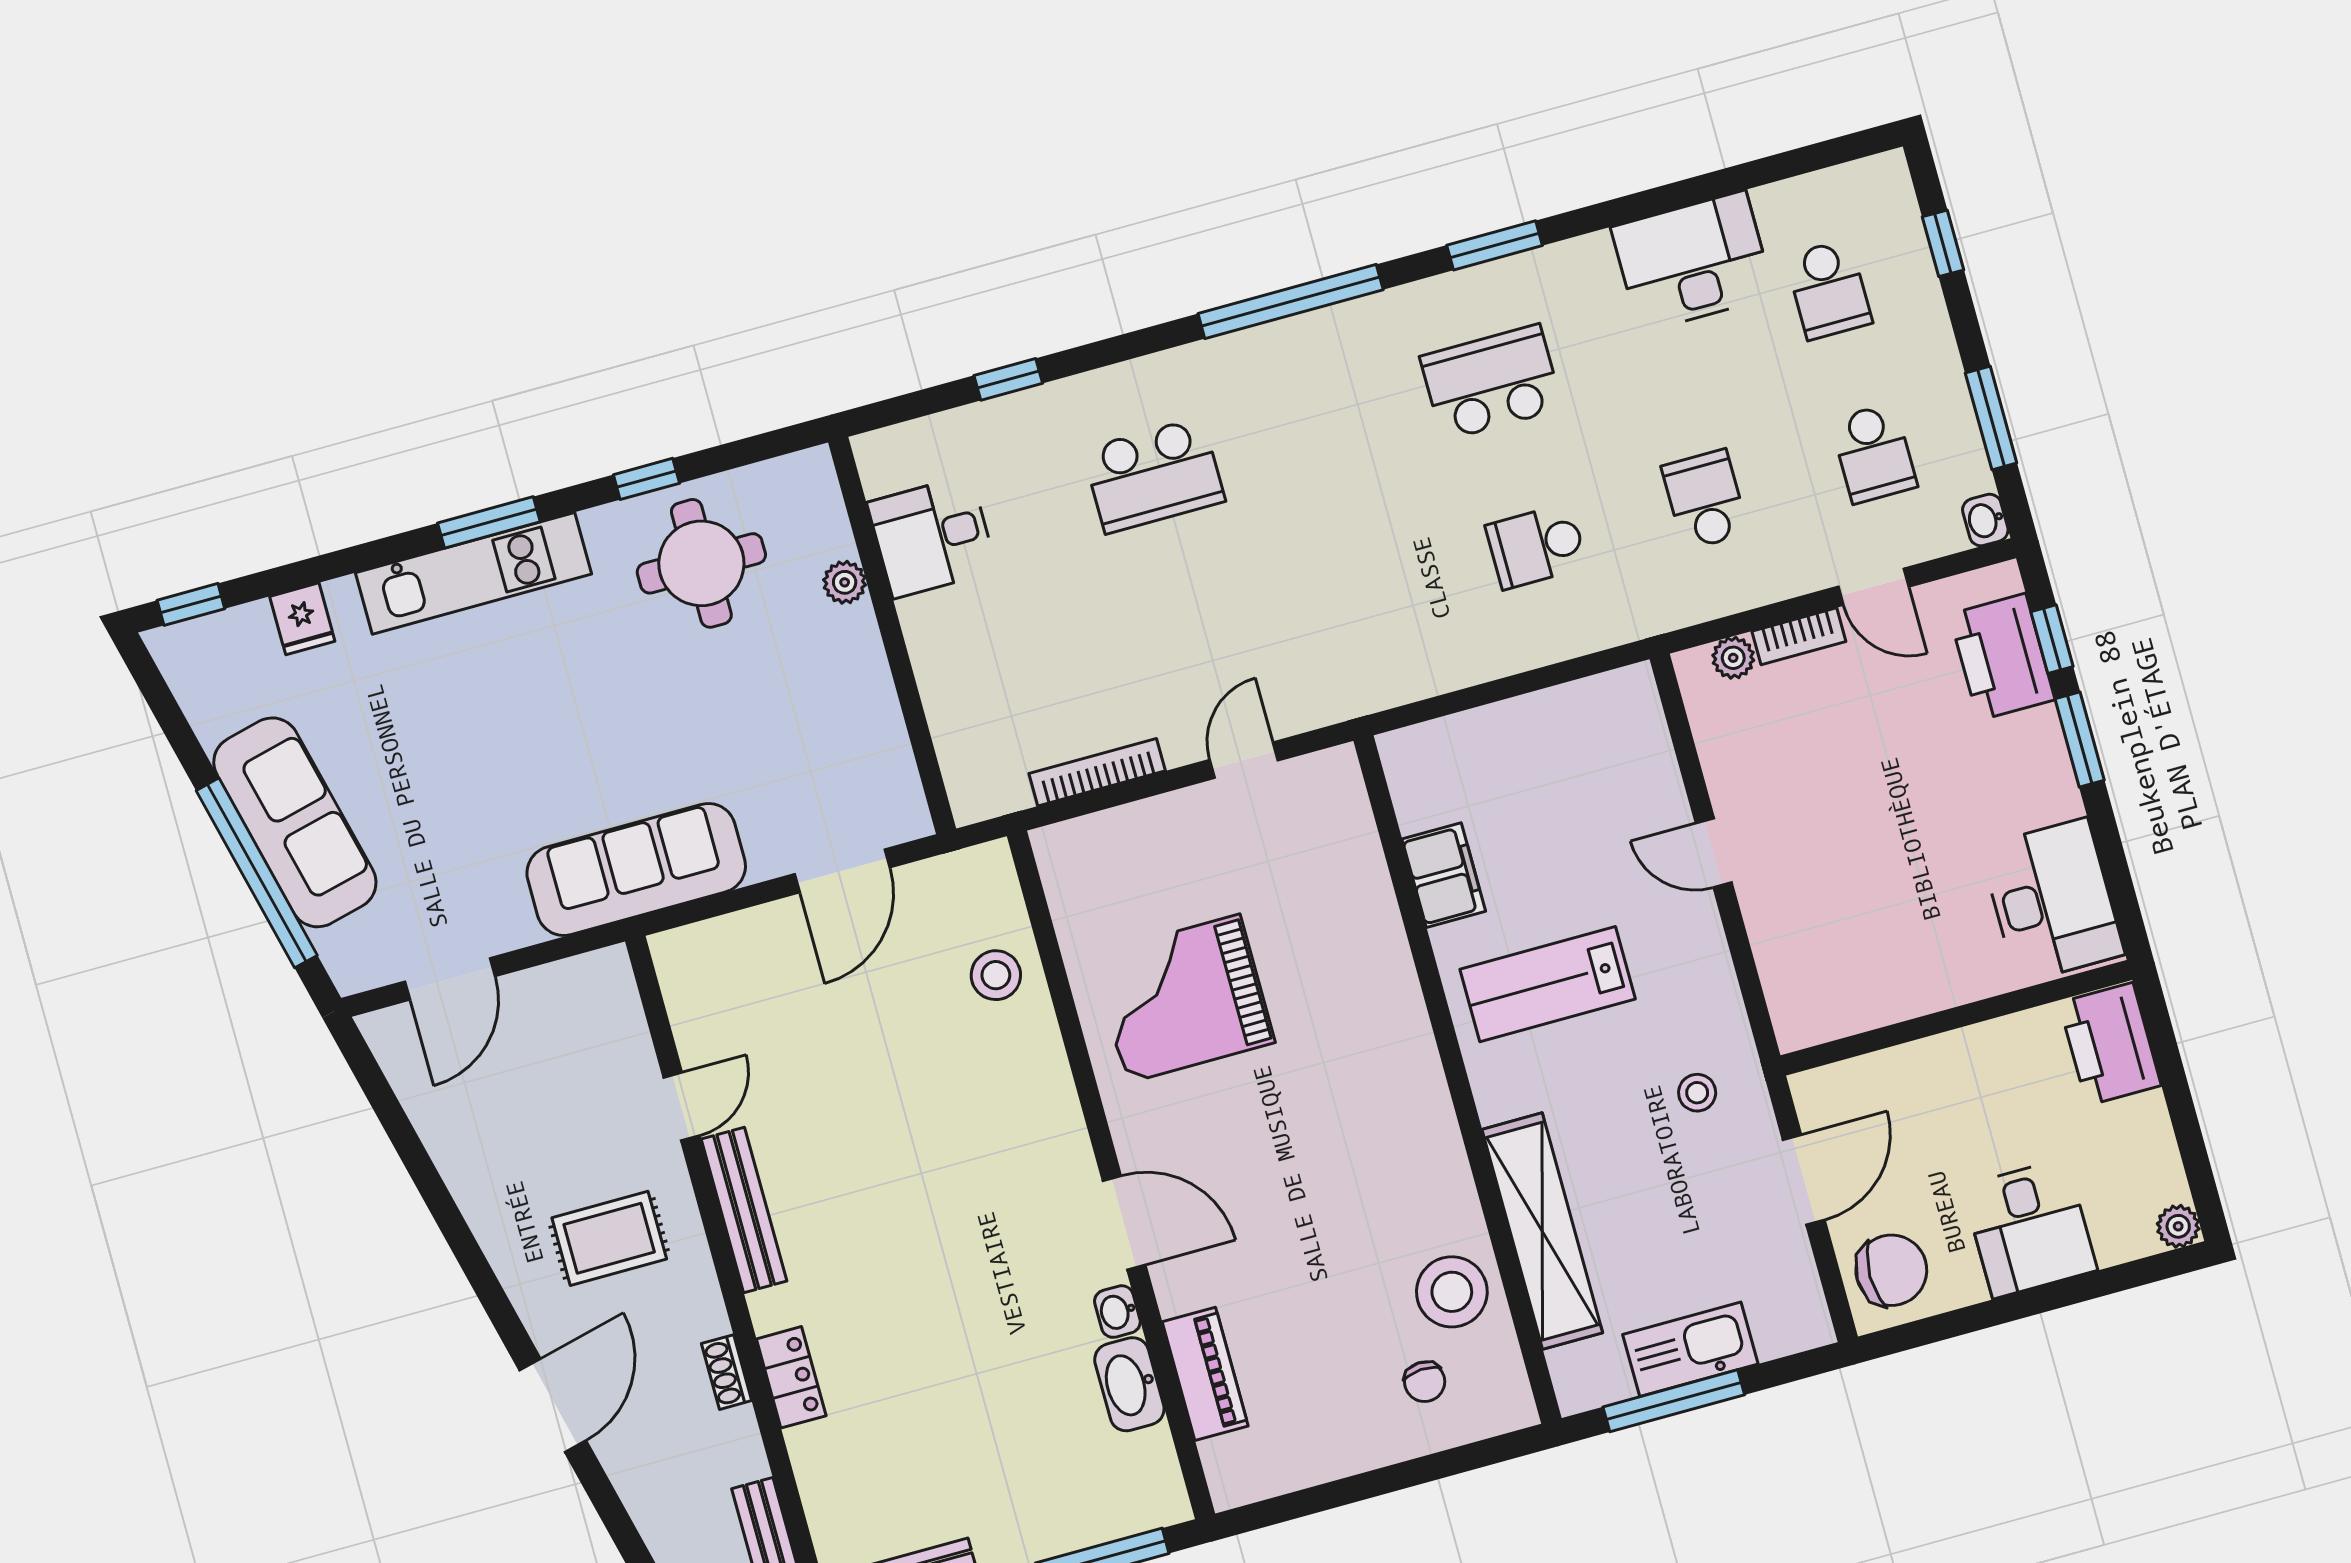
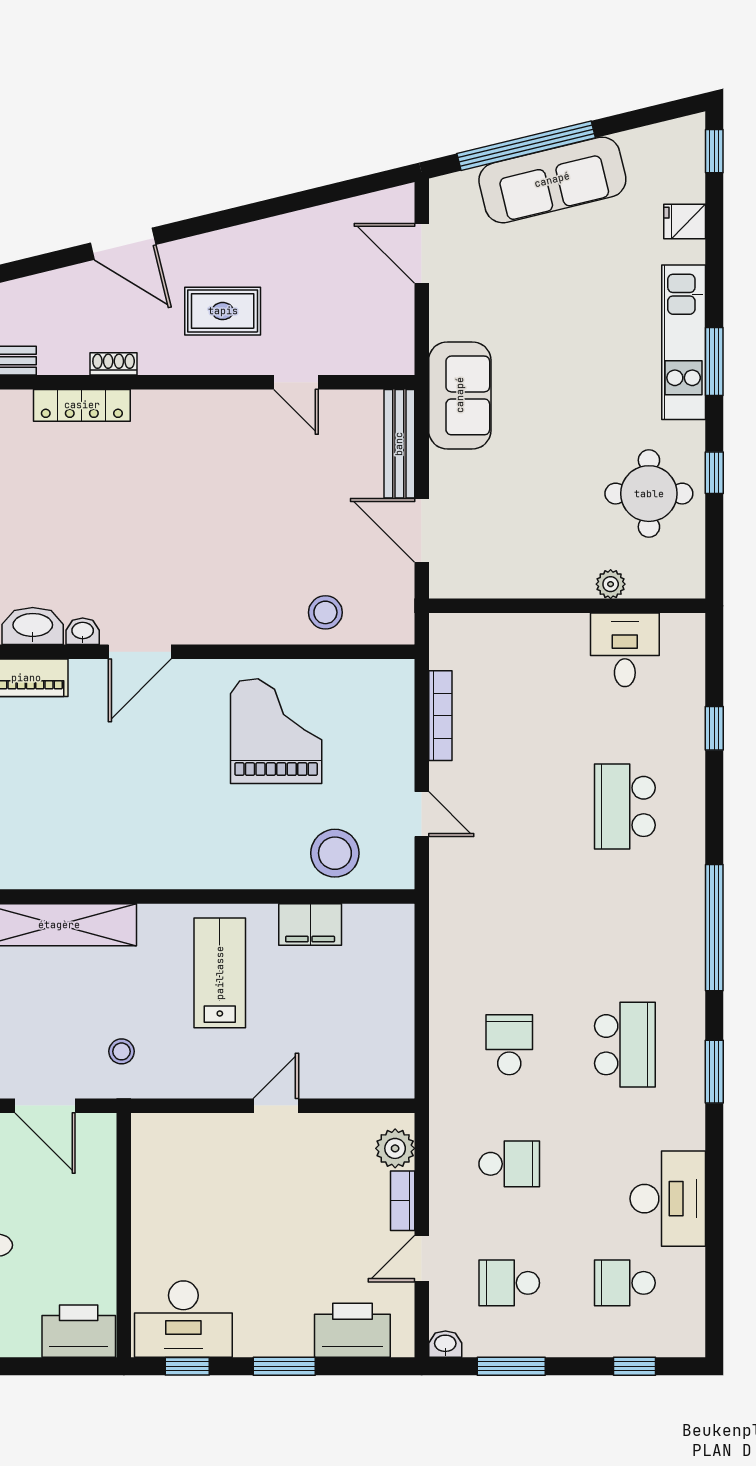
window: (2052, 639) -> (187, 1366), moved
plant: (1733, 658) -> (395, 1148), width x1.38, depth x1.38
sofa: (636, 869) -> (460, 395), width x0.73
bench: (744, 1210) -> (399, 444), moved, turned 90
rug: (609, 1238) -> (223, 311), turned 90
stool: (1452, 1292) -> (335, 853), moved
locker: (791, 1377) -> (82, 405), width x1.53

